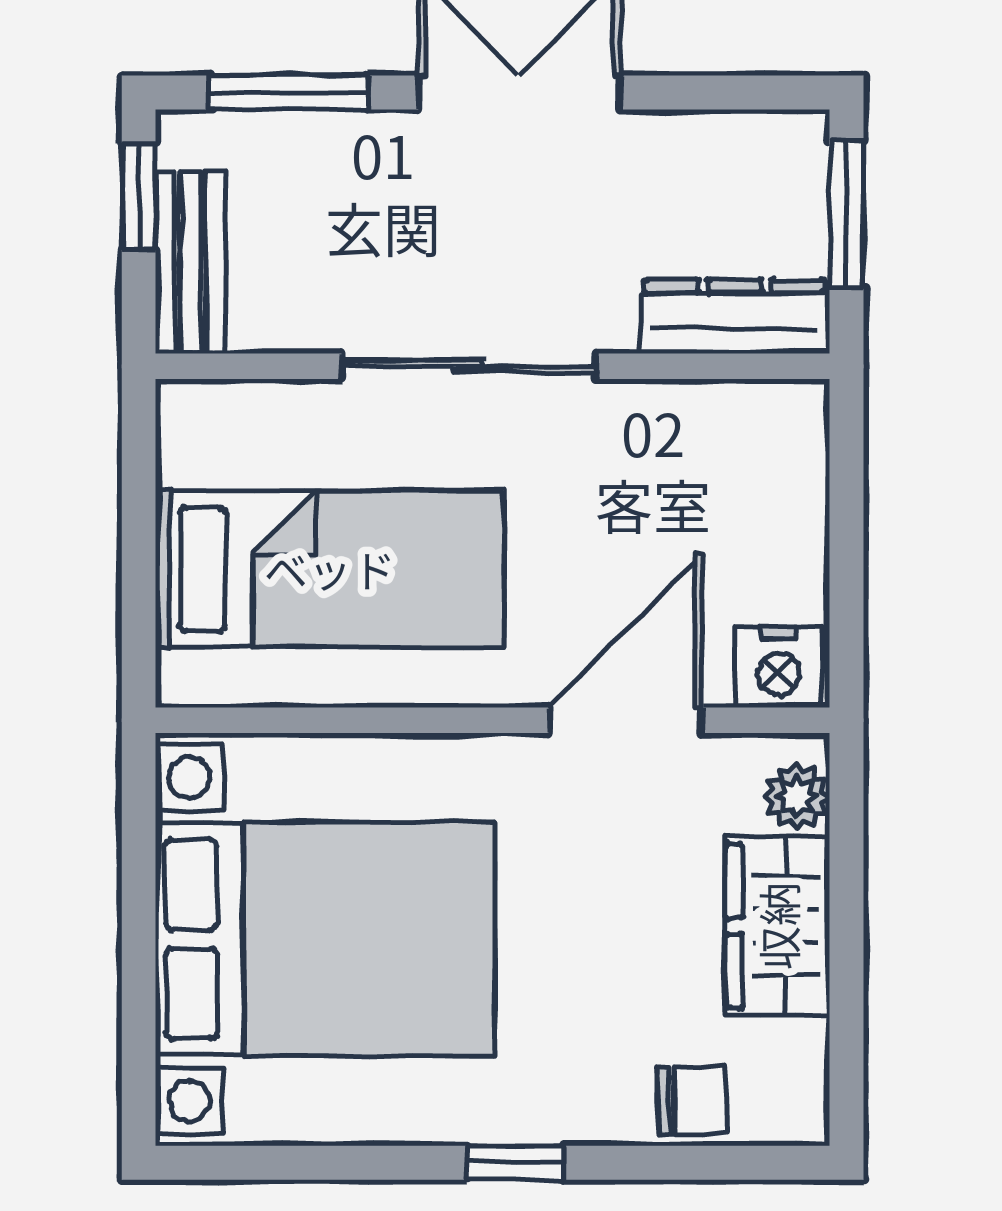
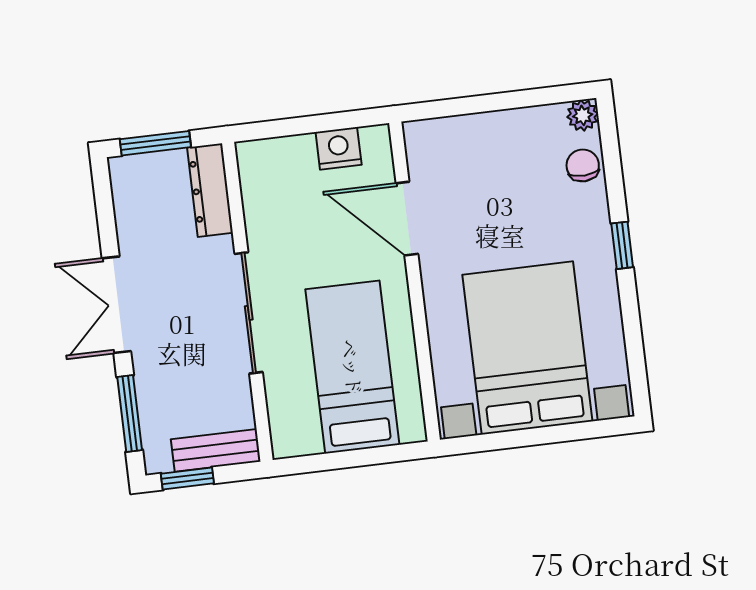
nightstand: (779, 667) -> (339, 148), moved, turned -90
plant: (797, 797) -> (583, 115), moved
wardrobe: (778, 926) -> (495, 135), removed

